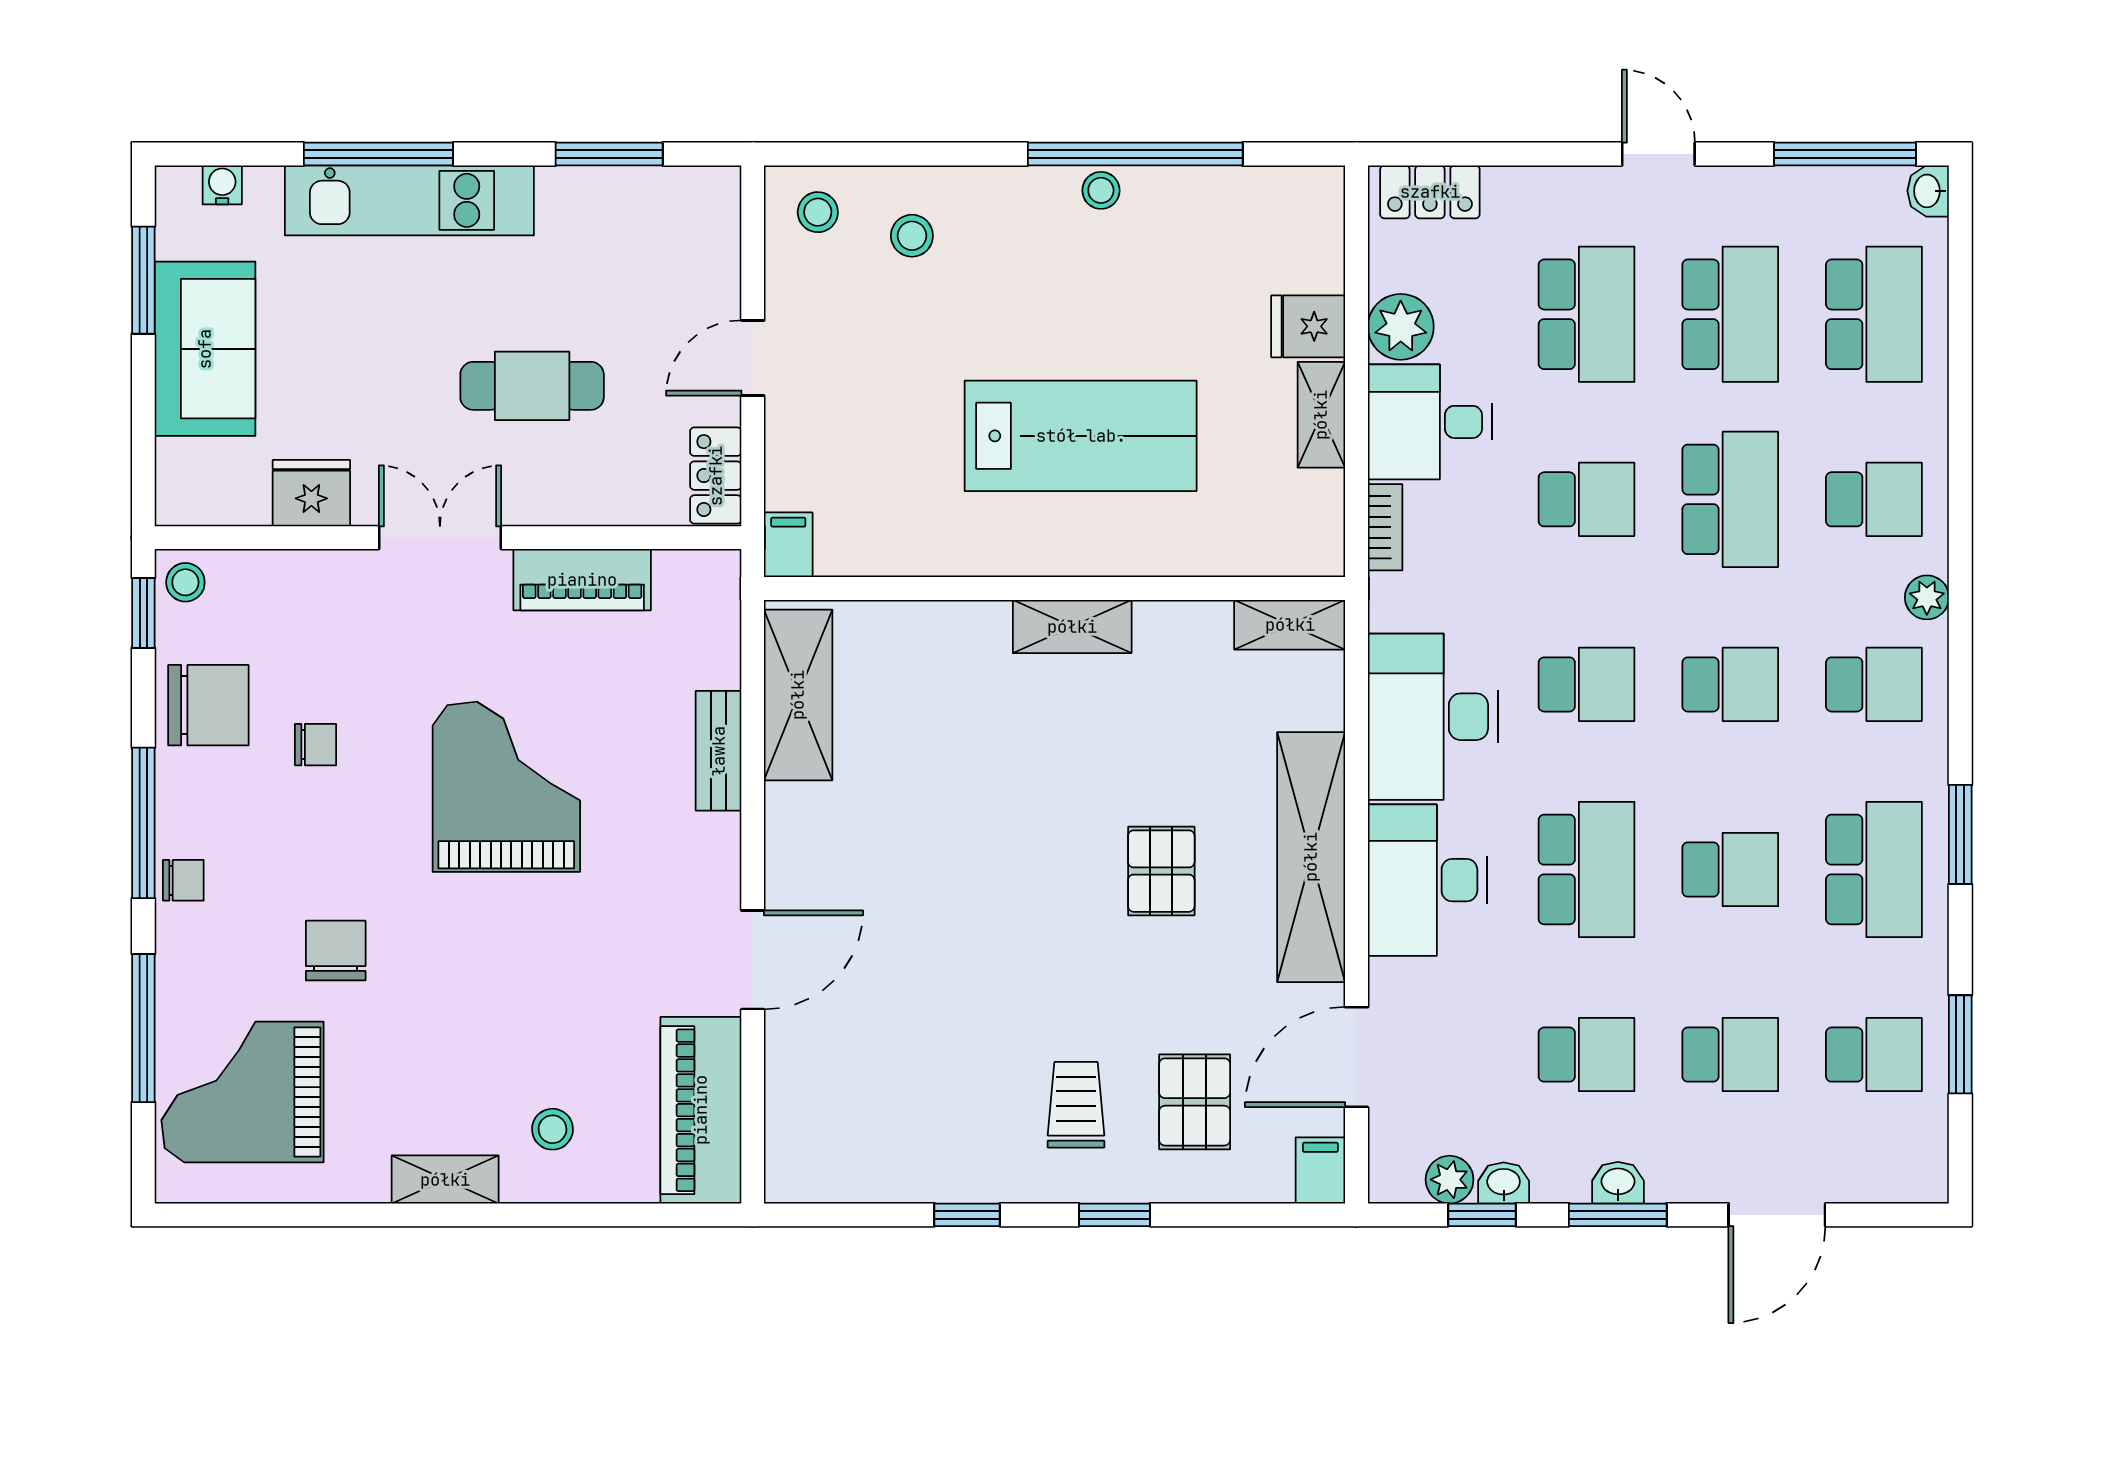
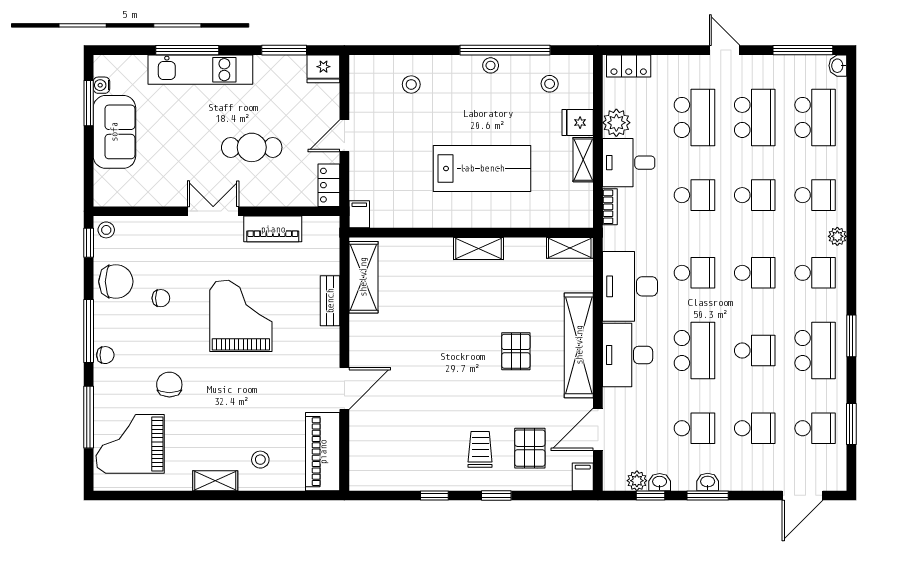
water cooler: (222, 185) -> (102, 85), moved, turned -90
stool: (818, 212) -> (550, 84), moved
fridge: (311, 493) -> (323, 69), moved, turned 180
school desk: (1730, 499) -> (755, 195), width x0.54
door: (1777, 1215) -> (803, 495), moved

